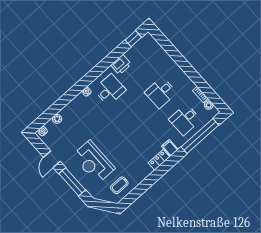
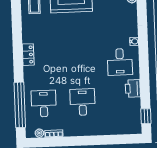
filing cabinet: (170, 148) -> (31, 72), removed

